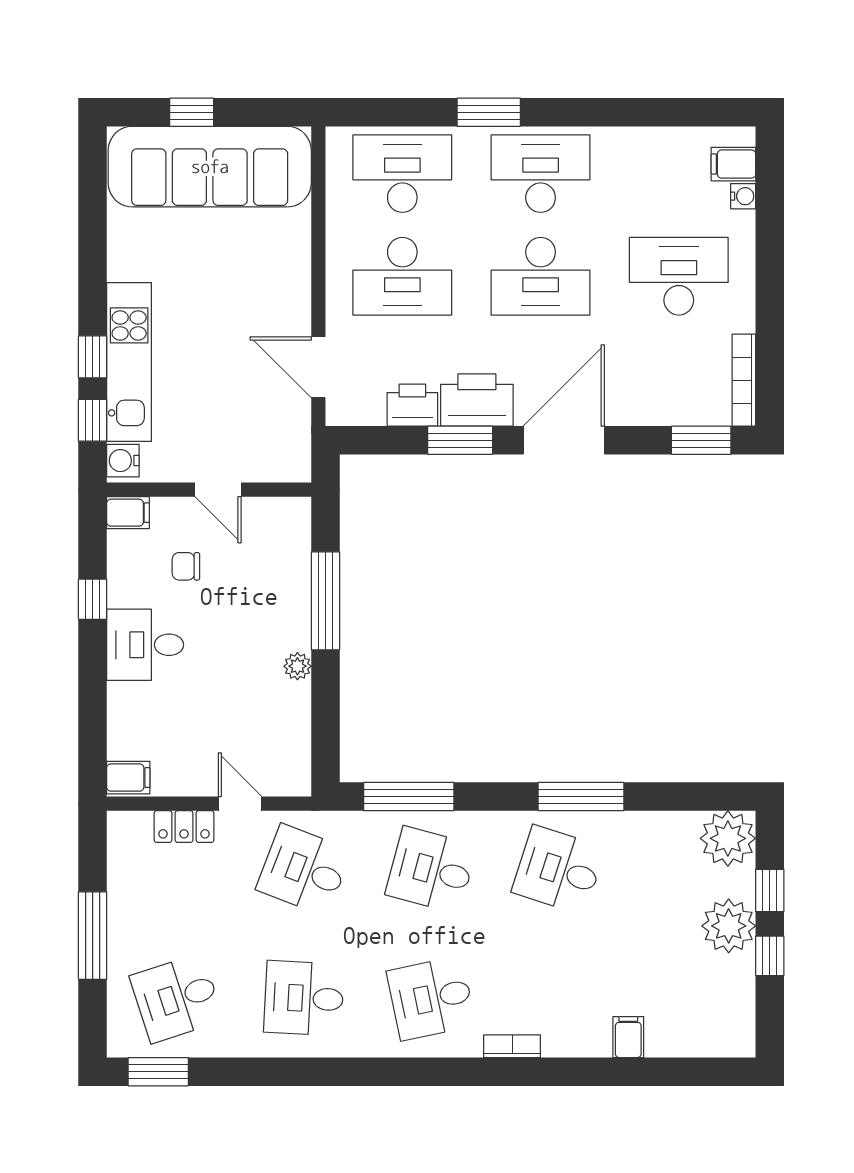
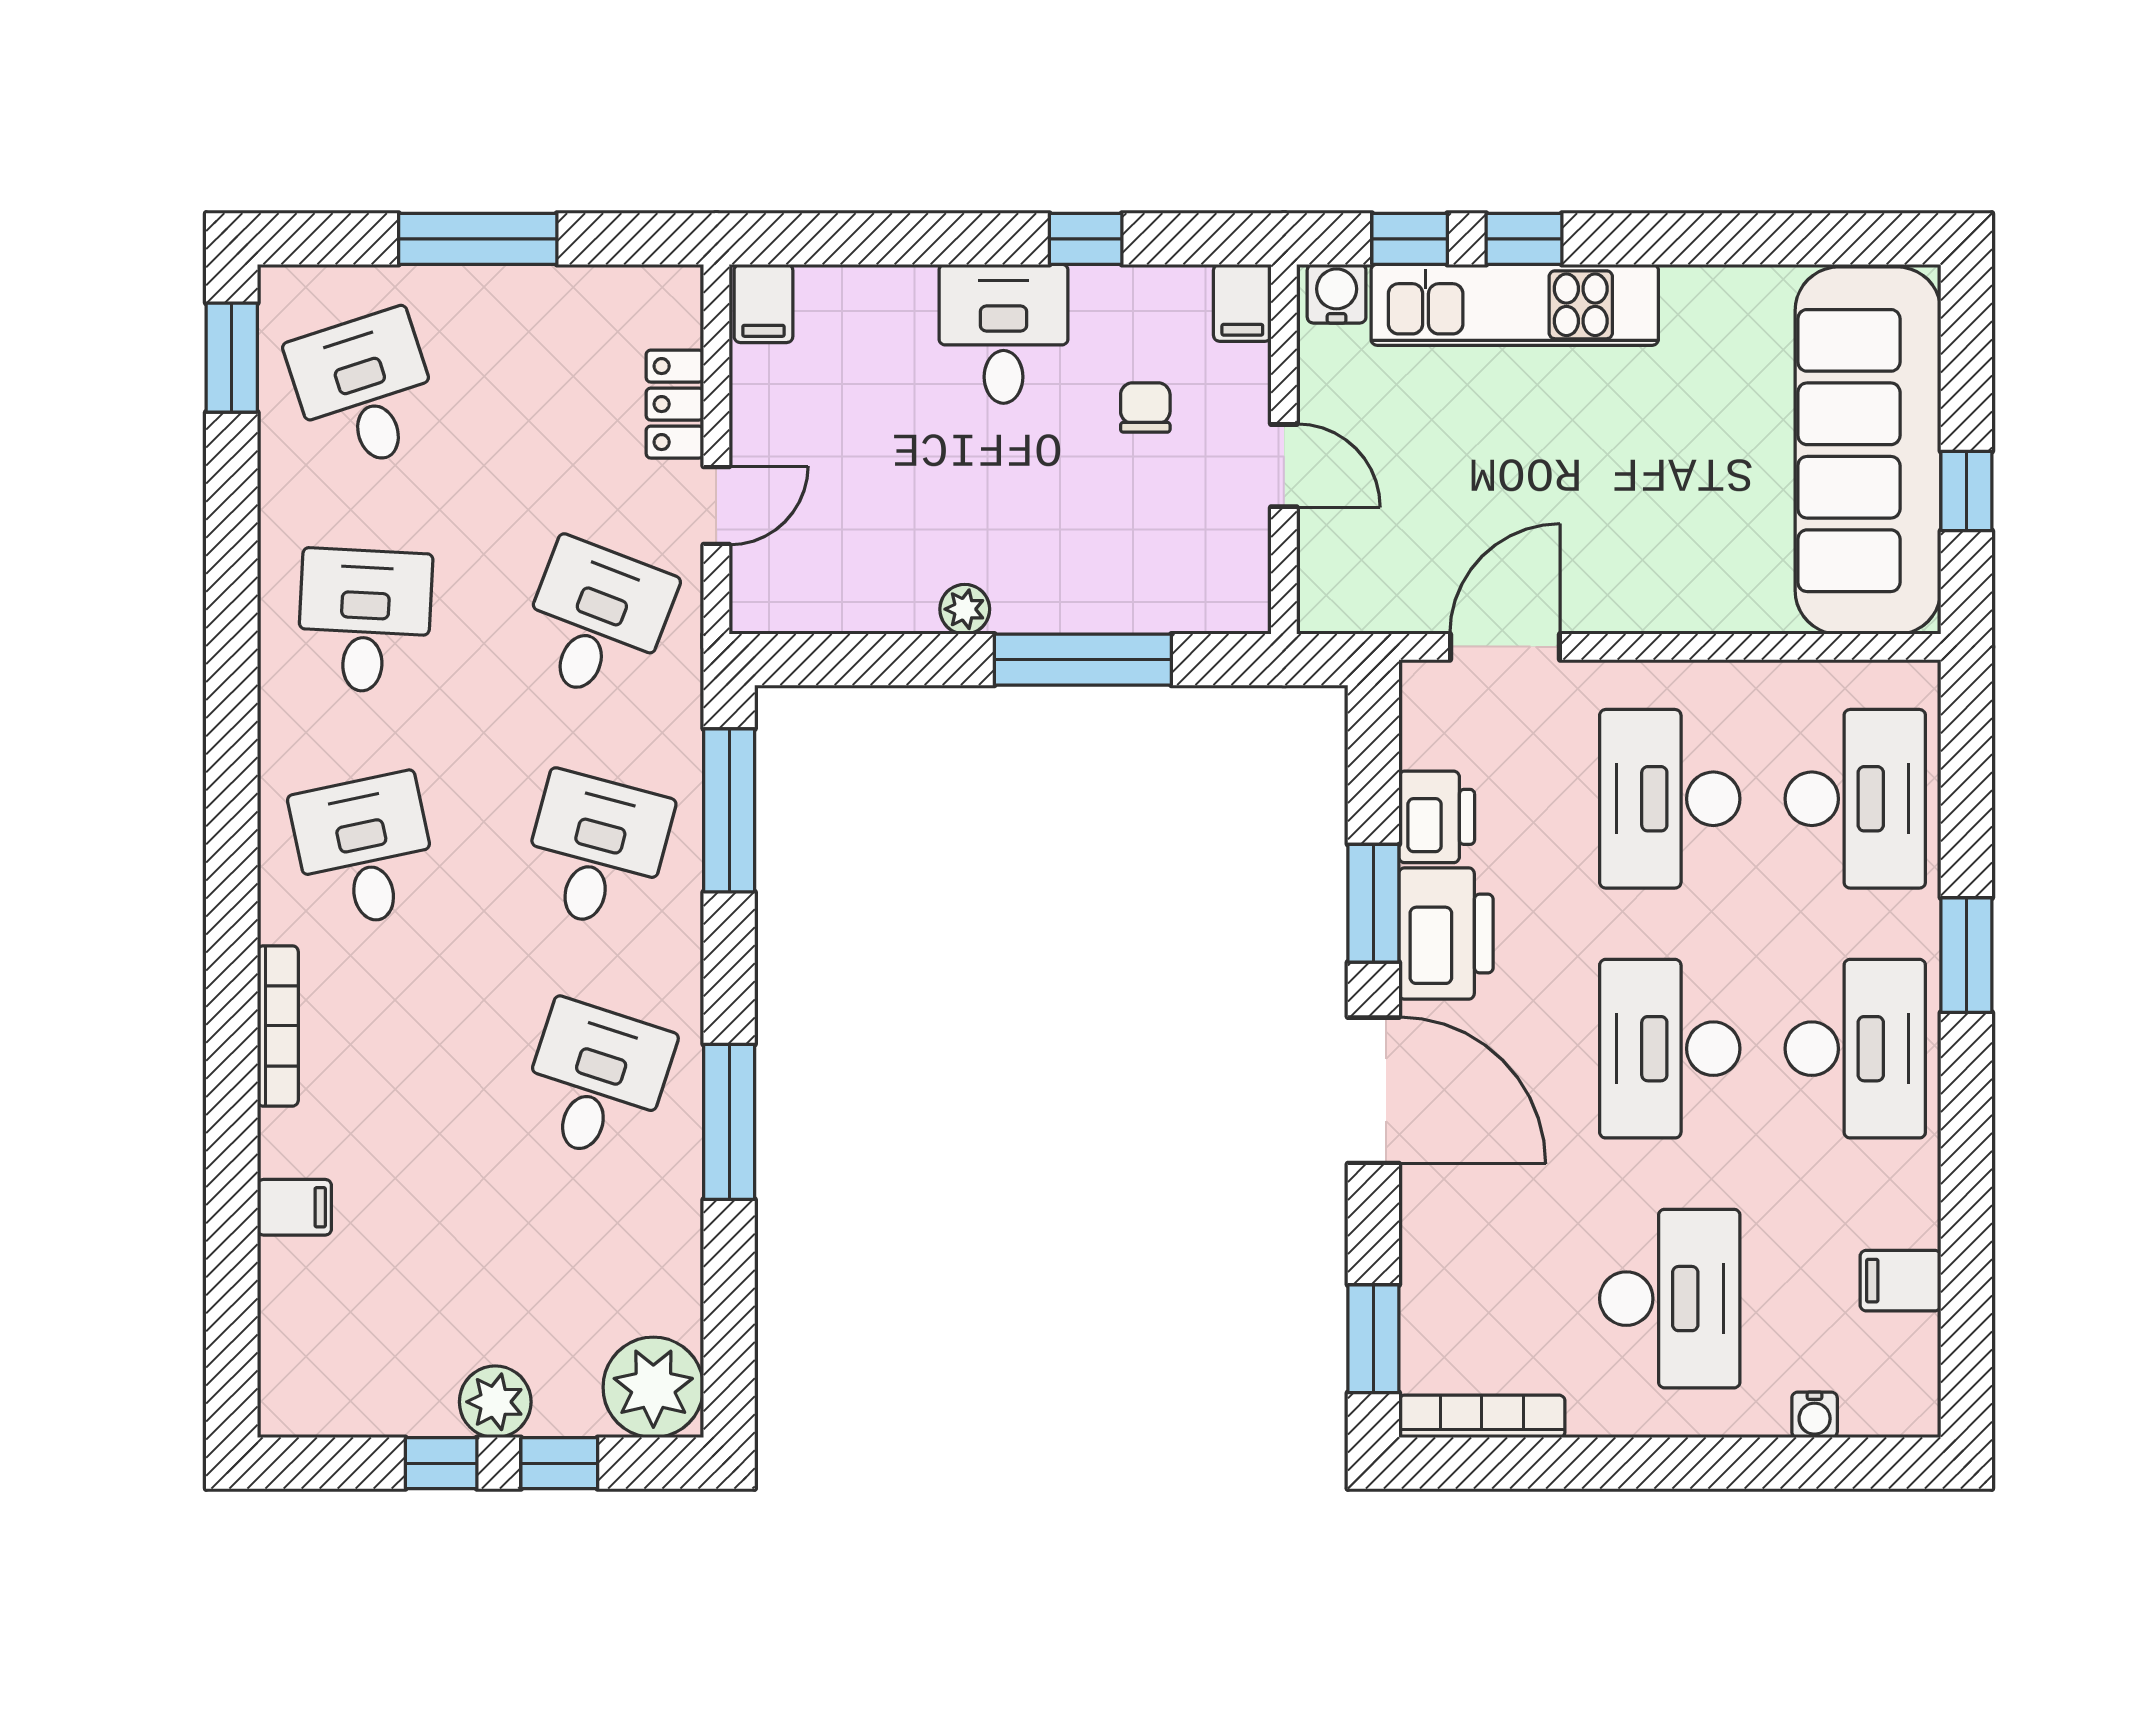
window: (192, 112) -> (1966, 491), moved
filing cabinet: (733, 164) -> (1900, 1281), moved, turned -90
door: (218, 490) -> (1284, 466), swing flipped
plant: (729, 926) -> (495, 1402), width x0.73, depth x0.73
bookcase: (512, 1046) -> (278, 1026), width x1.56

